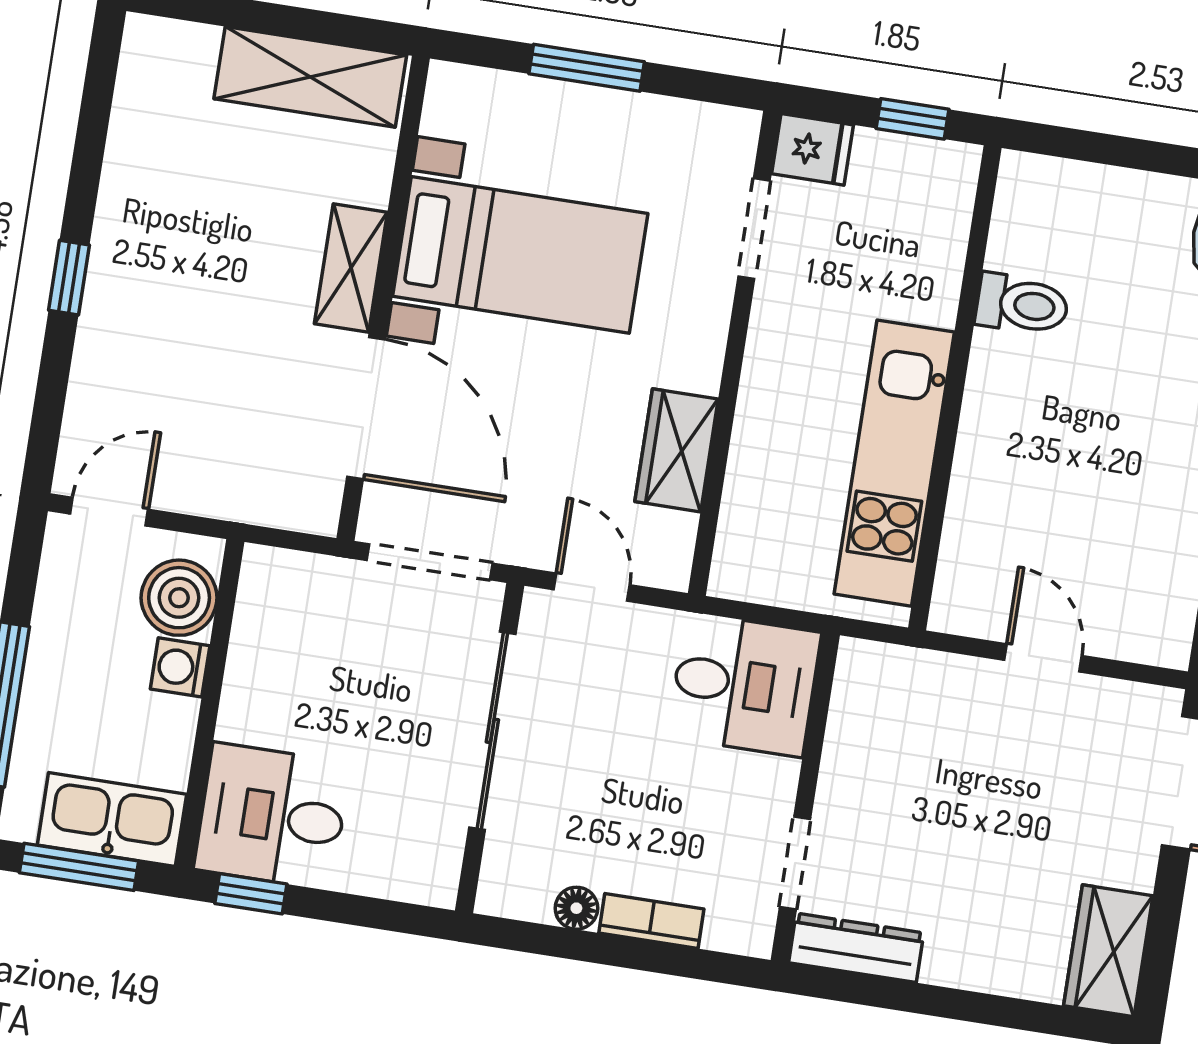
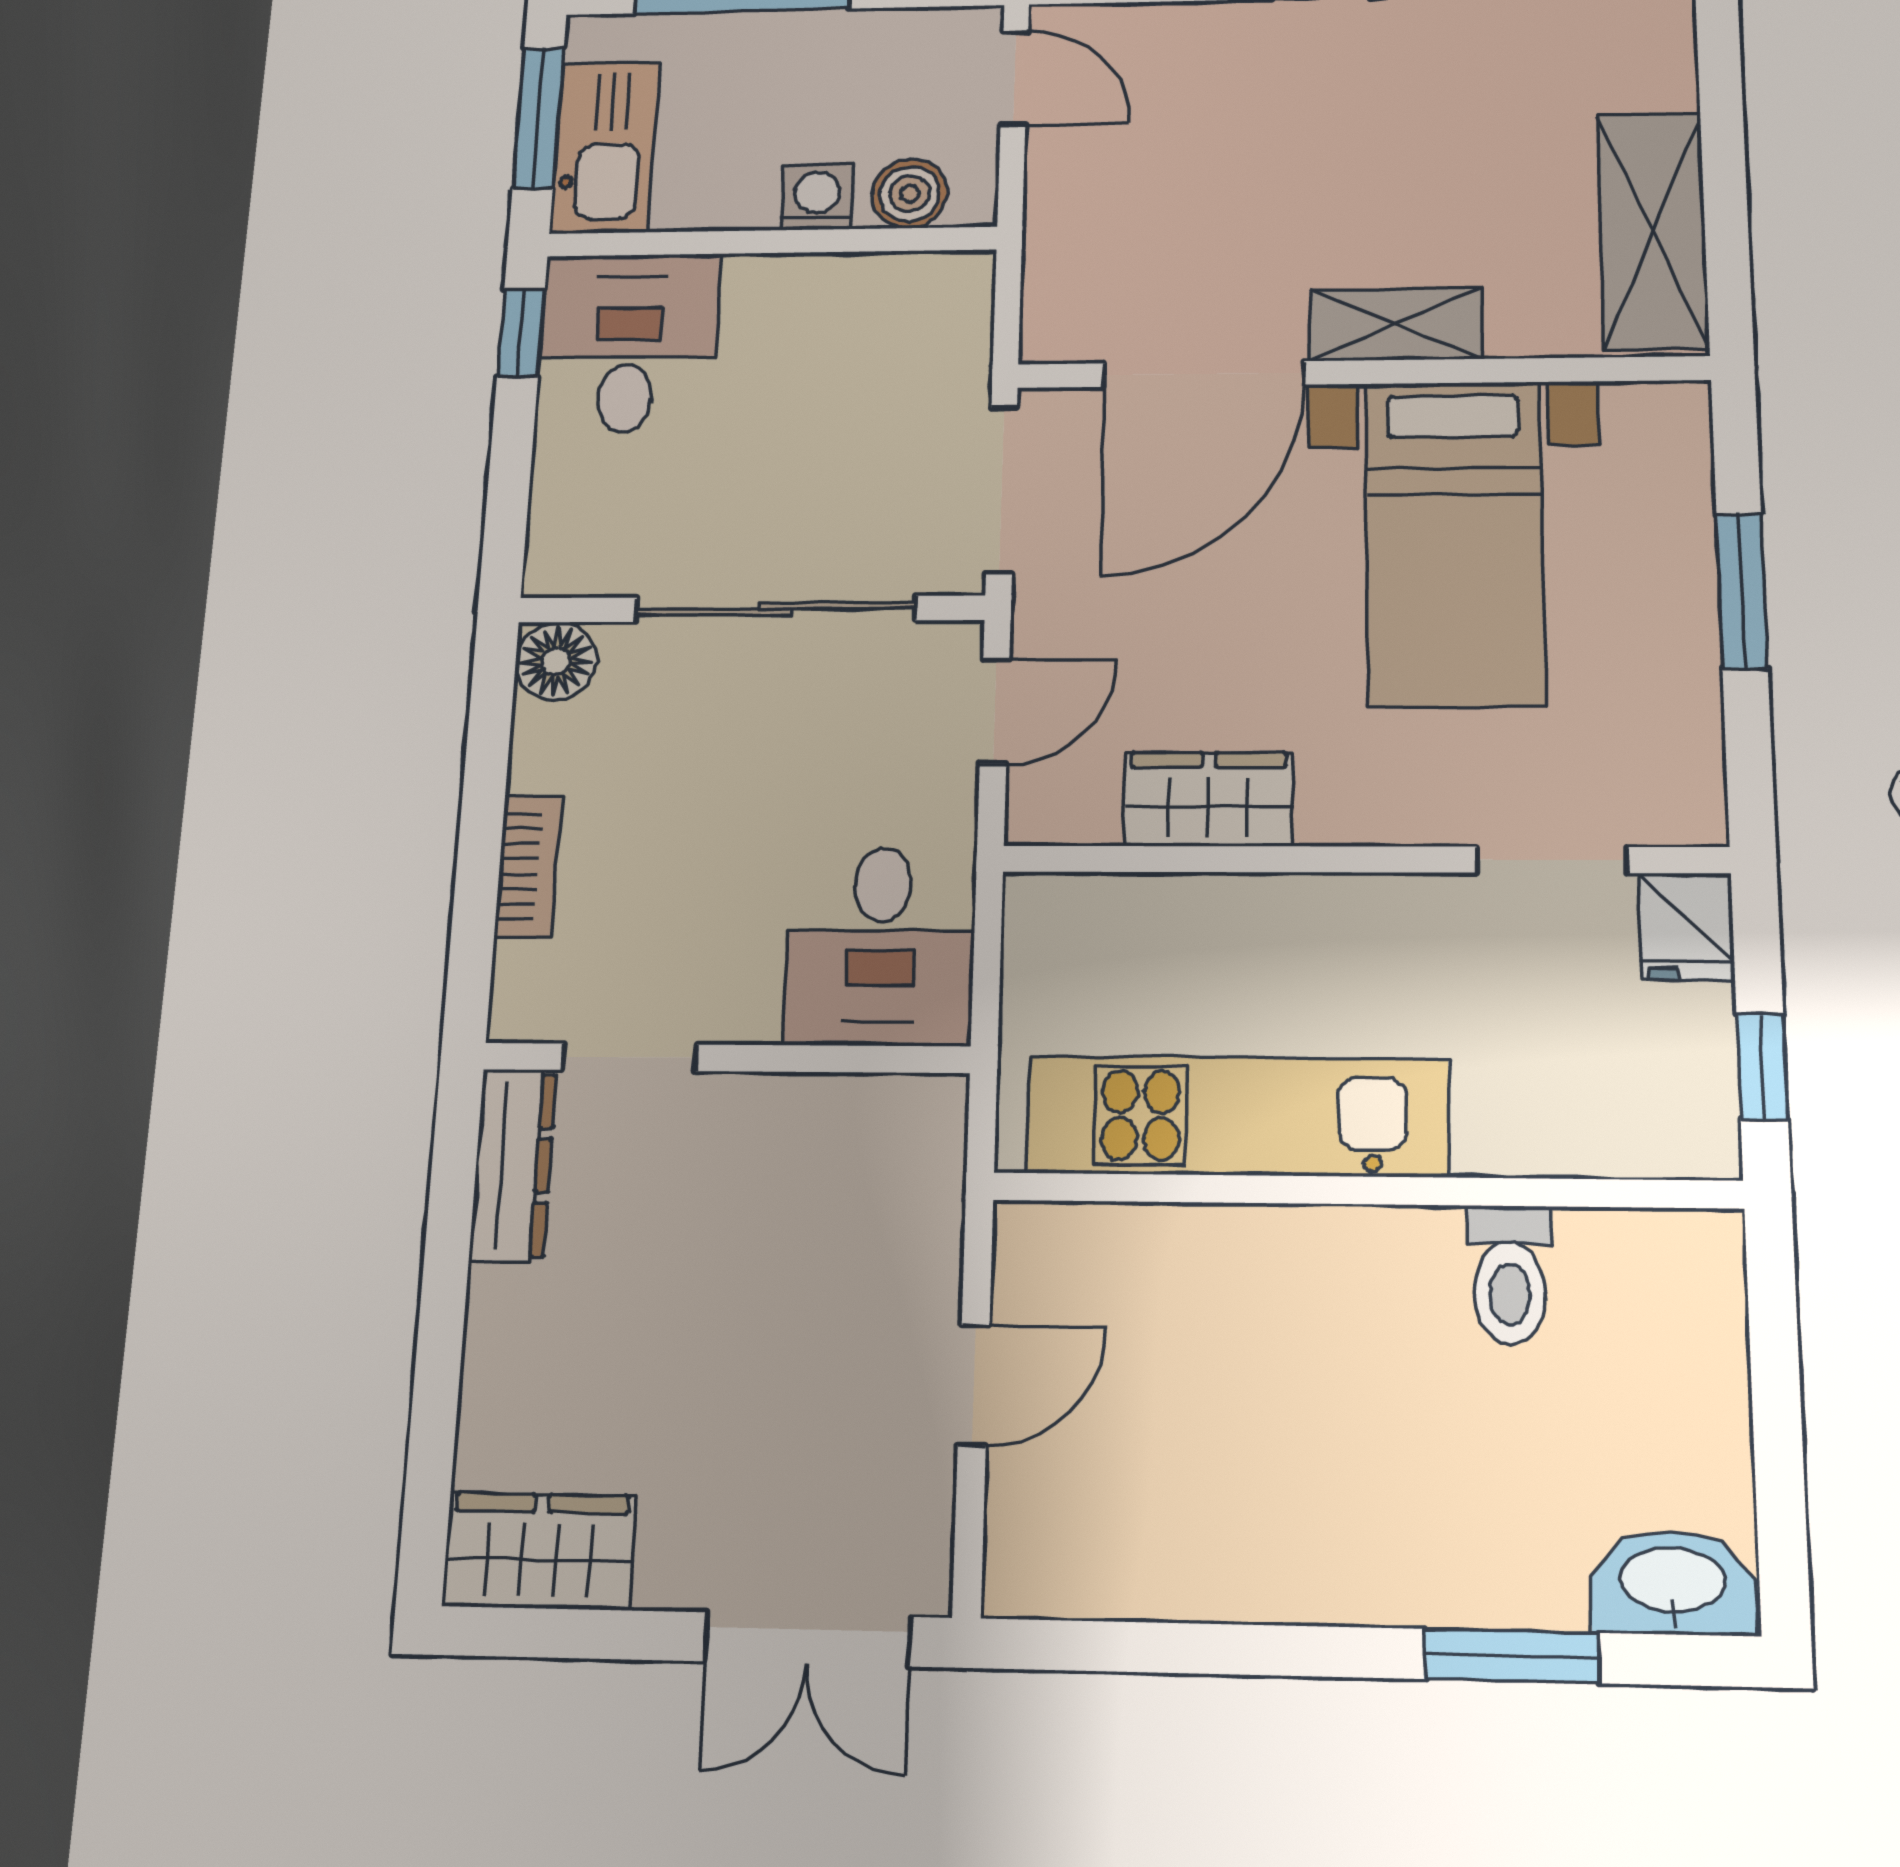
boiler: (179, 598) -> (910, 194), width x0.73, depth x0.73
floor lamp: (576, 908) -> (556, 661), moved, width x1.37, depth x1.37

